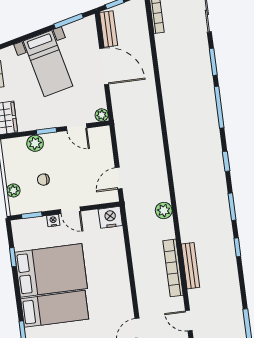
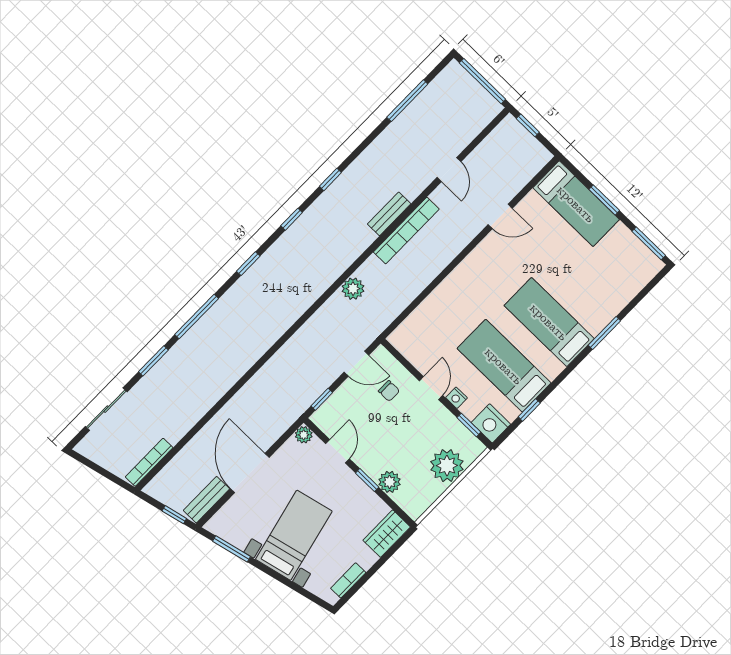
window: (114, 142) -> (322, 399), added
chair: (43, 180) -> (389, 391), moved
plant: (13, 190) -> (447, 466), width x1.87, depth x1.87
window: (232, 207) -> (292, 219), width x0.67
nightstand: (110, 217) -> (491, 423), moved
bench: (190, 266) -> (389, 214), width x0.73
bed: (51, 270) -> (504, 366), width x0.67

